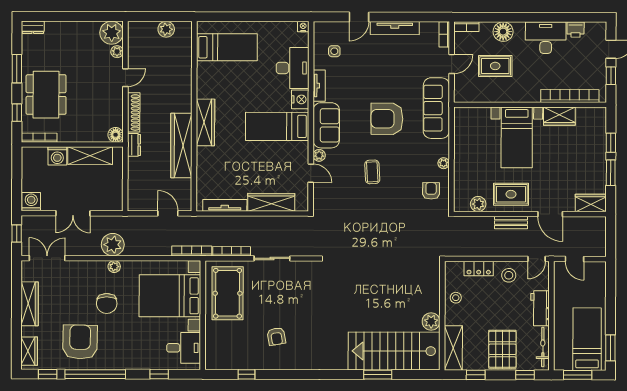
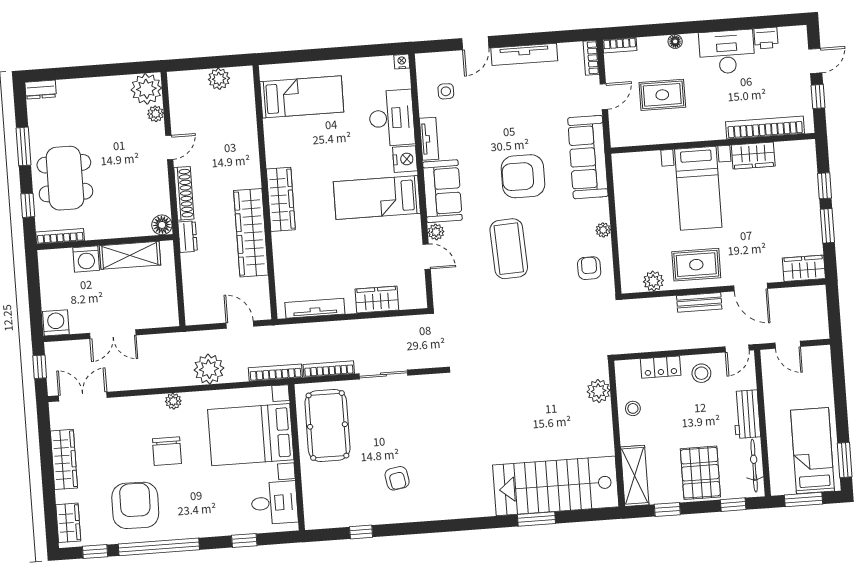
floor lamp: (503, 32) -> (675, 41), width x0.53, depth x0.53
coffee table: (372, 172) -> (509, 249), width x1.86, depth x1.72
wardrobe: (271, 202) -> (377, 300), width x0.67
plant: (113, 245) -> (209, 369), moved
plant: (431, 321) -> (599, 391), moved

